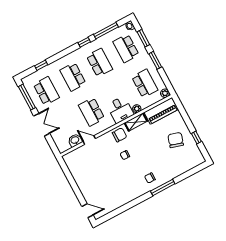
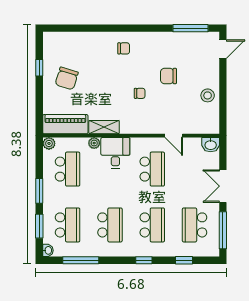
window: (84, 42) -> (144, 260), moved
school desk: (99, 63) -> (110, 225), turned 180
school desk: (145, 83) -> (68, 169), turned 180
chair: (119, 135) -> (169, 76), moved
washbasin: (75, 140) -> (211, 145), moved
stool: (82, 177) -> (208, 95), added
window: (163, 187) -> (190, 28), moved
door: (88, 211) -> (223, 49), swing flipped

